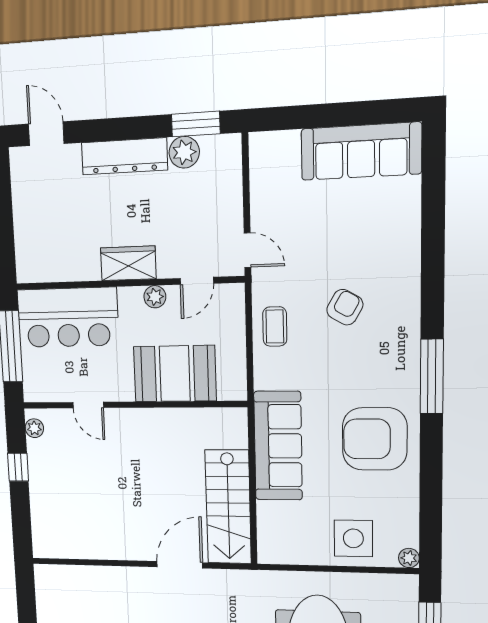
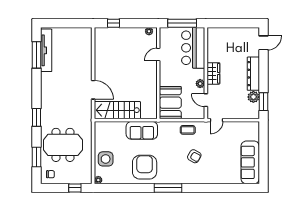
booth: (175, 374) -> (170, 103), moved
sofa: (278, 446) -> (142, 130), width x0.73
window: (18, 467) -> (114, 23), moved

